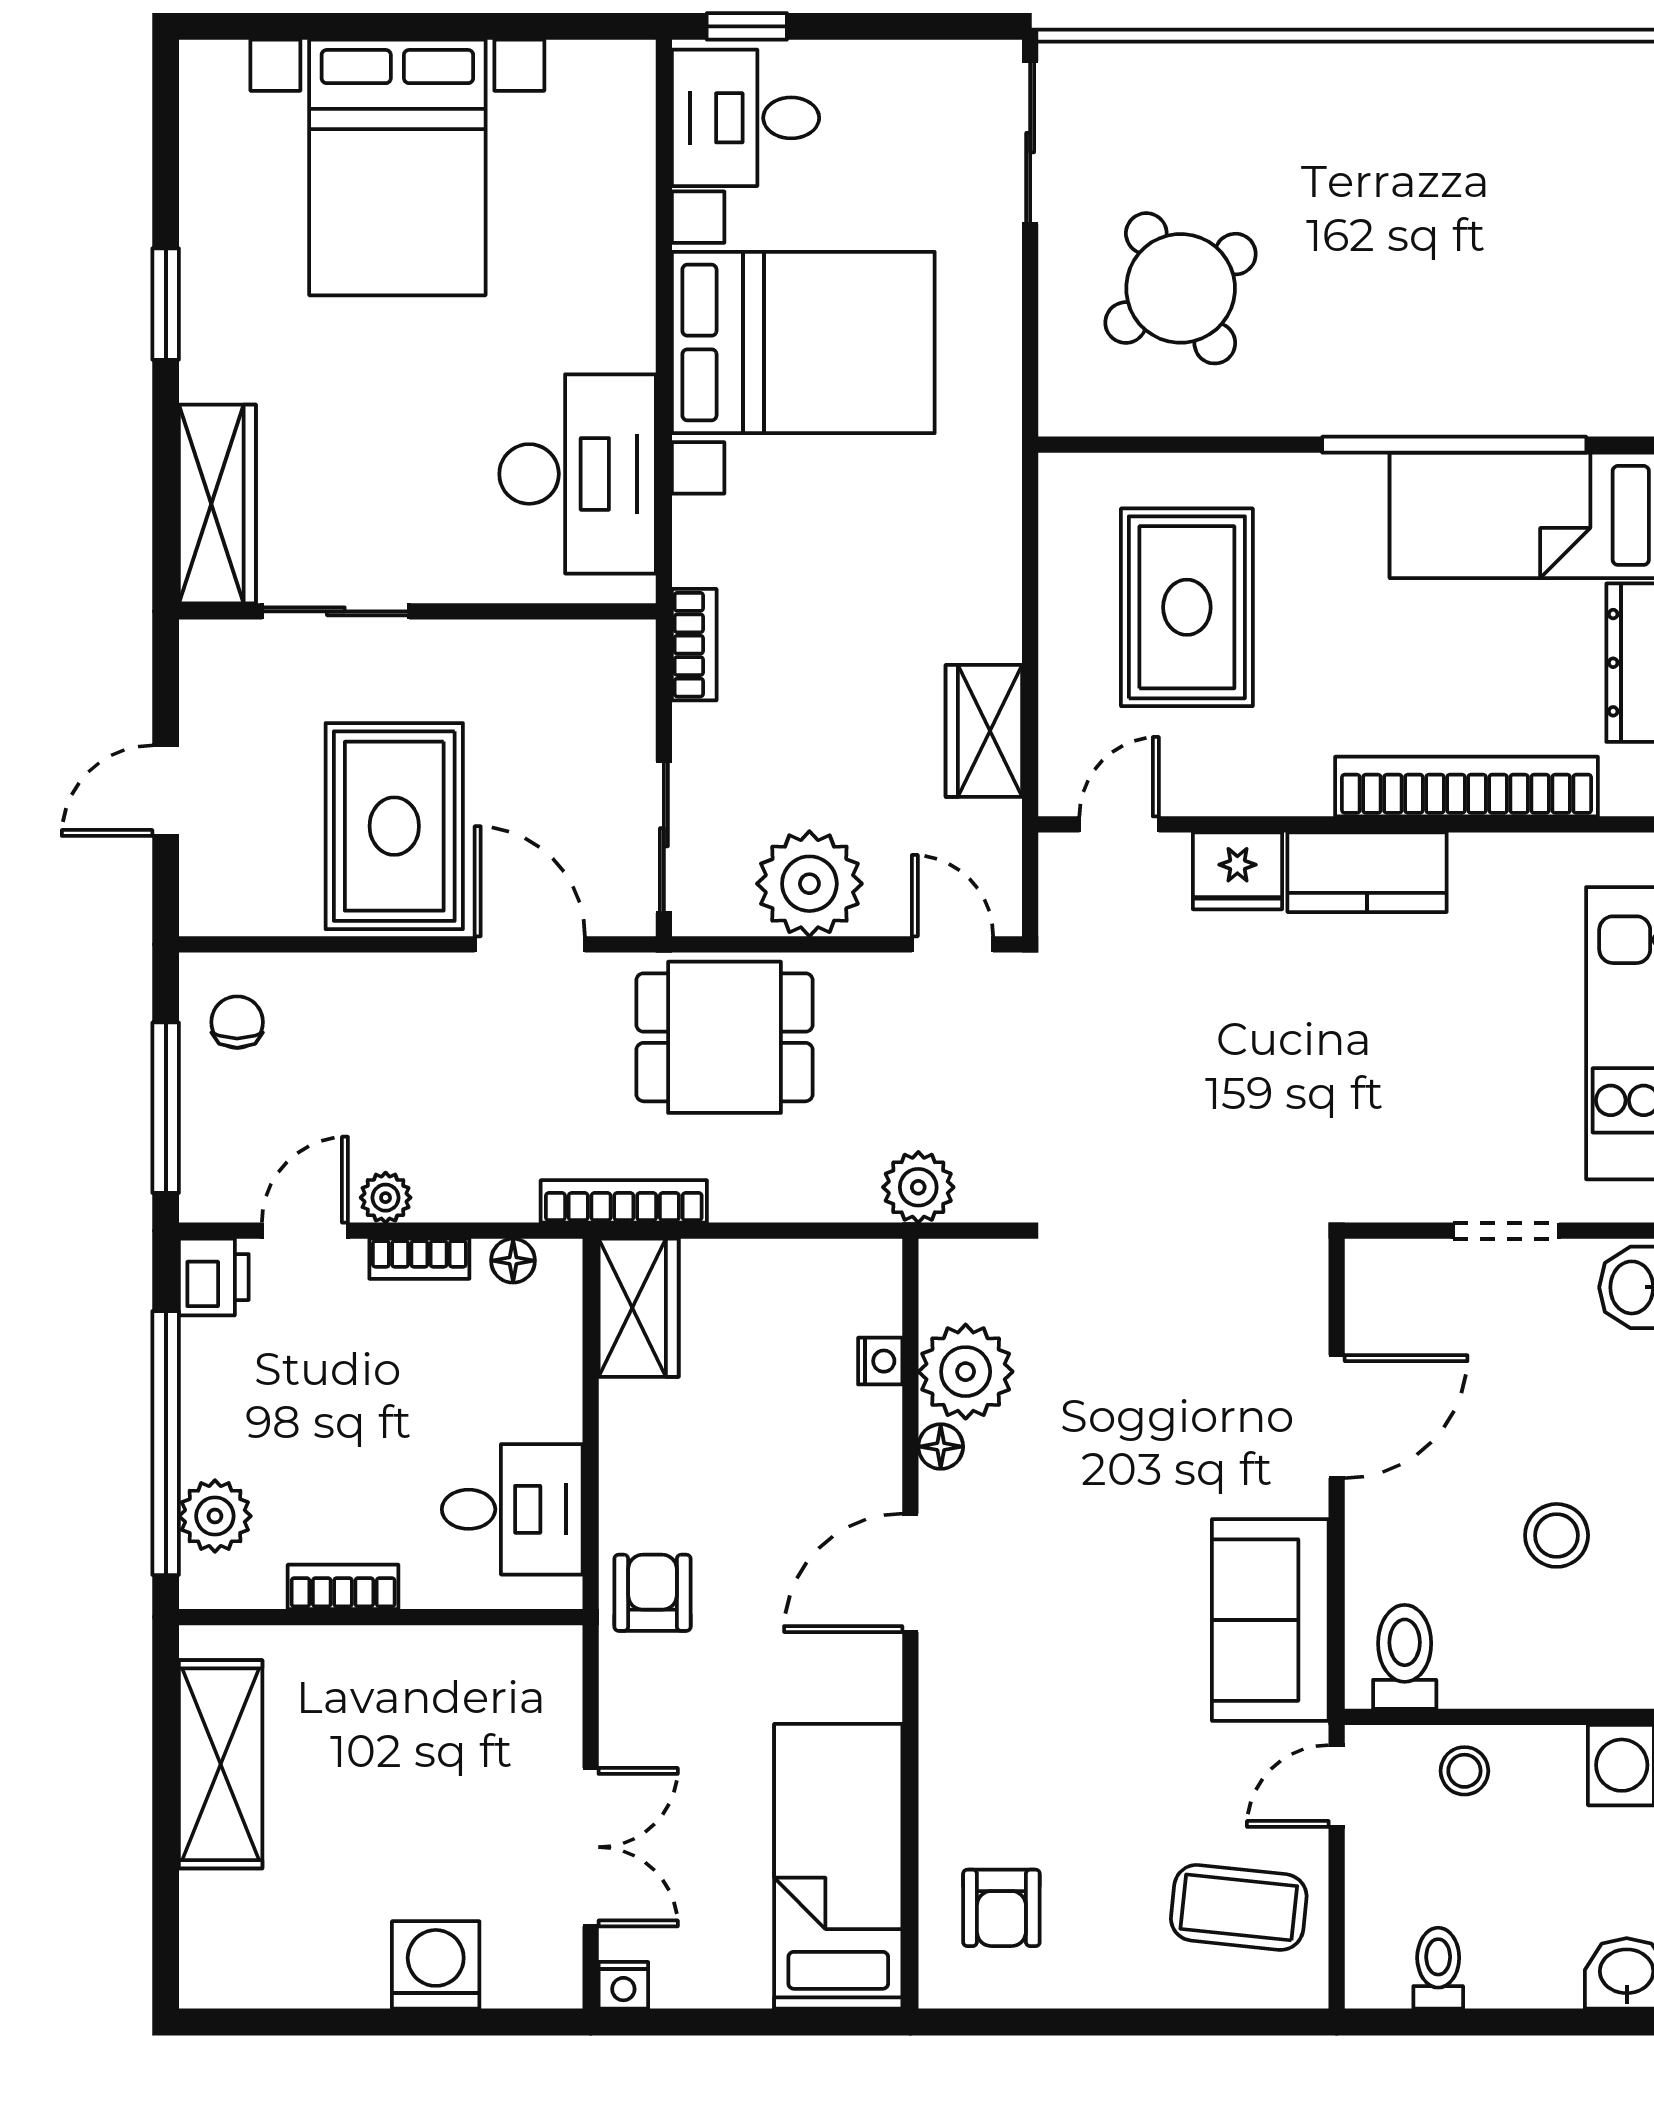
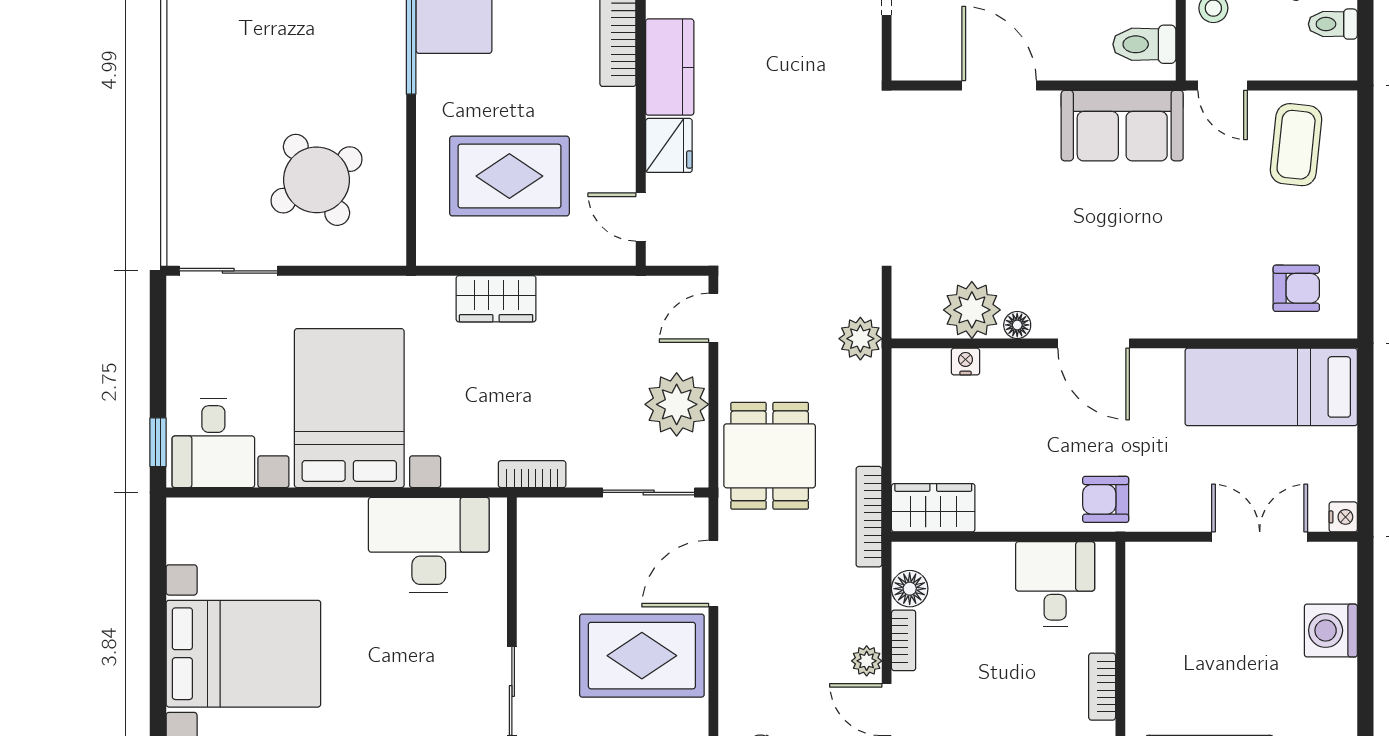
wardrobe: (984, 731) -> (496, 299), moved
floor lamp: (513, 1261) -> (910, 589), width x1.37, depth x1.37

